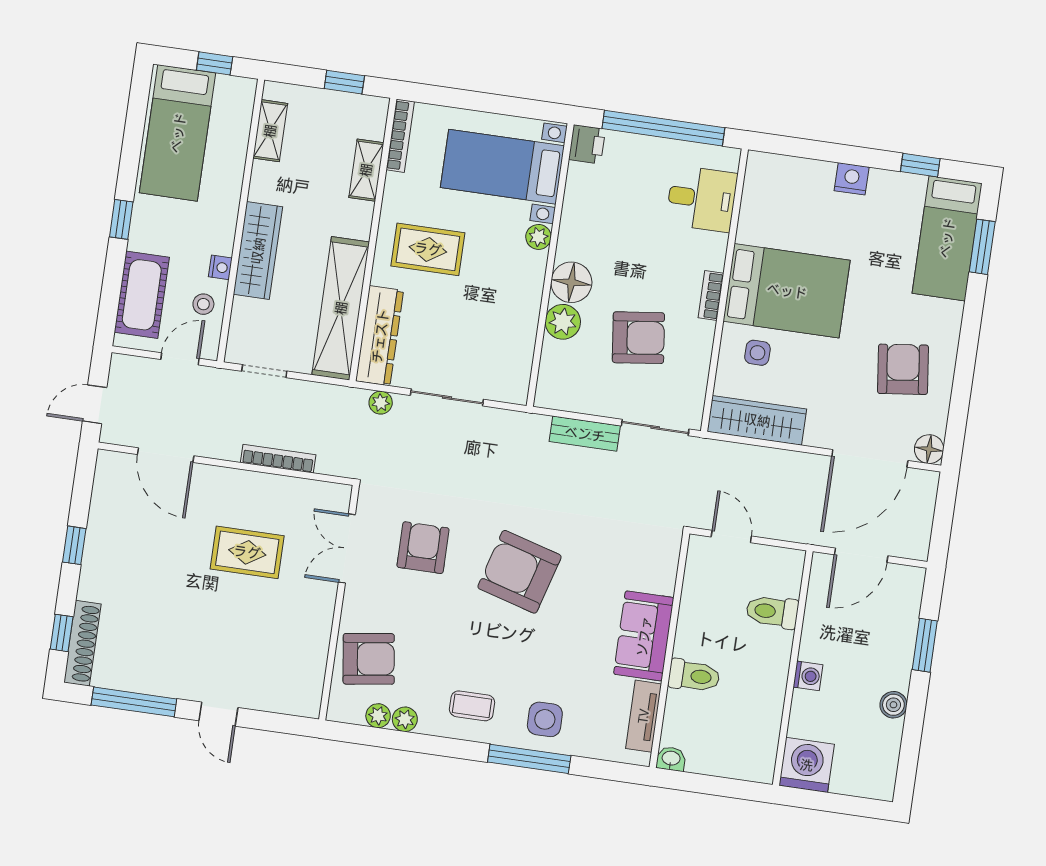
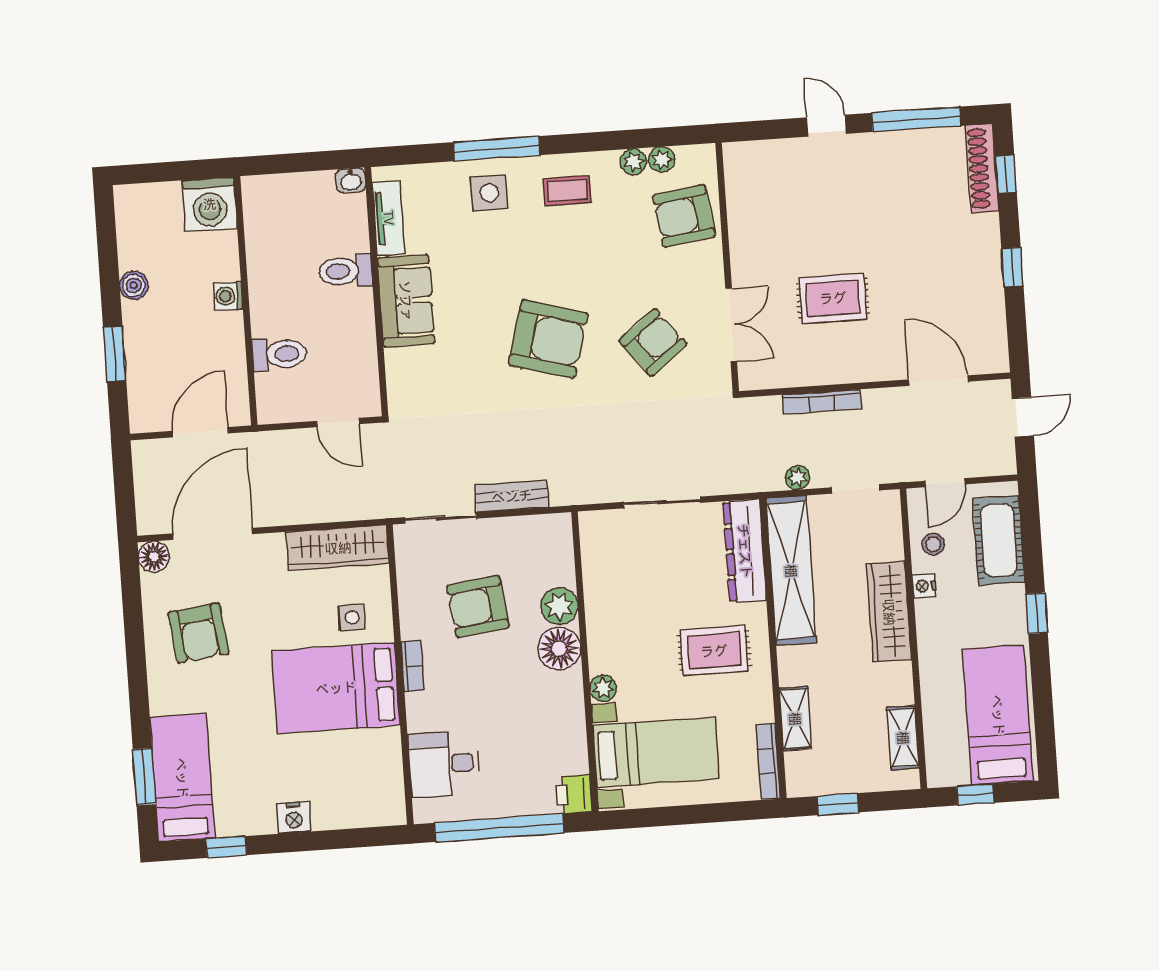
plant: (381, 403) -> (797, 478), moved
armchair: (423, 548) -> (653, 343), turned -128

